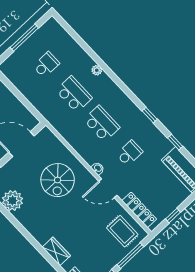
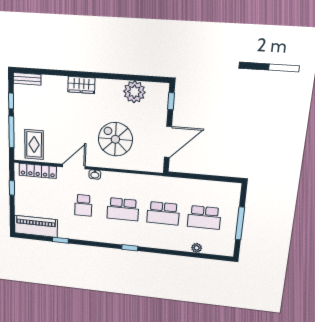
school desk: (46, 65) -> (204, 217), width x1.85
plant: (97, 70) -> (197, 248), moved
window: (150, 115) -> (130, 248), moved
rug: (122, 231) -> (34, 145), turned 90
wardrobe: (56, 251) -> (81, 85), moved

